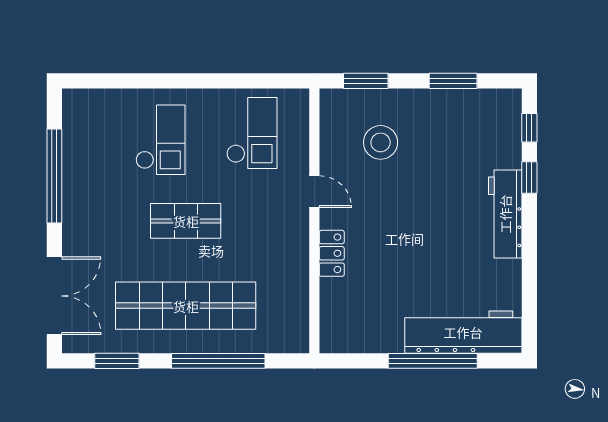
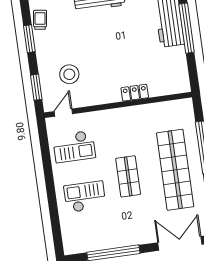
trolley: (484, 104) -> (40, 20), added
checkout: (252, 133) -> (74, 147), turned 180
door: (314, 192) -> (63, 113), moved

